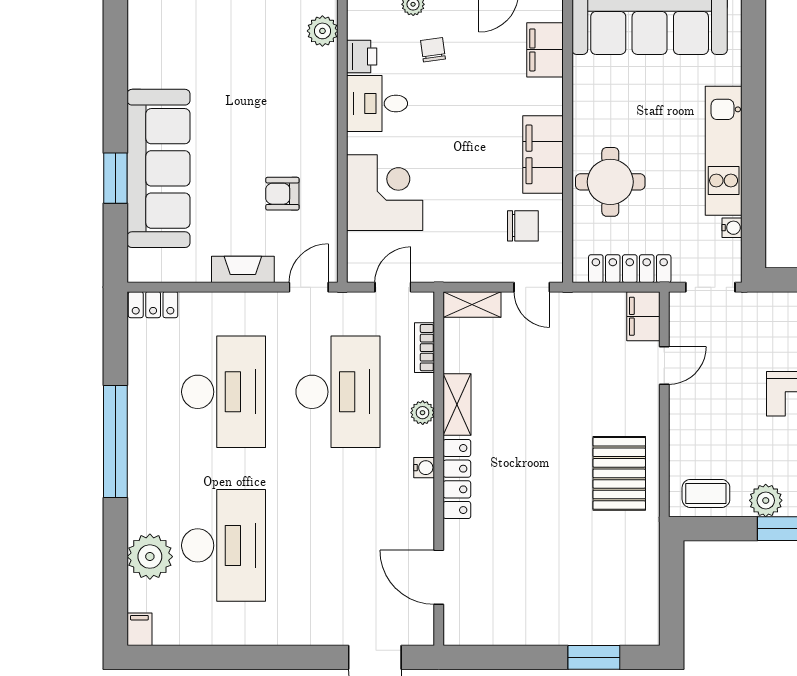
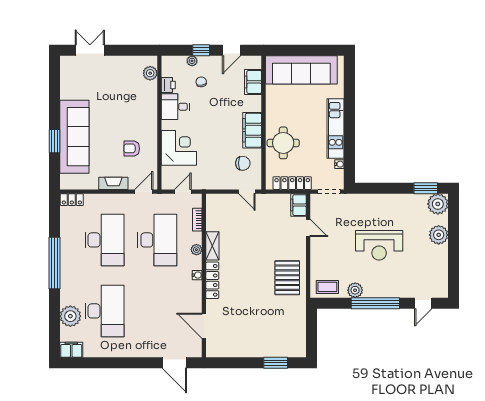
shelving: (472, 304) -> (219, 200), removed
door: (664, 365) -> (308, 228), hinge flipped
filing cabinet: (139, 629) -> (71, 350), width x2.00

